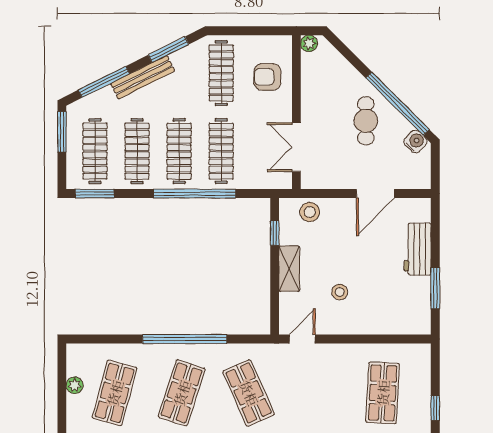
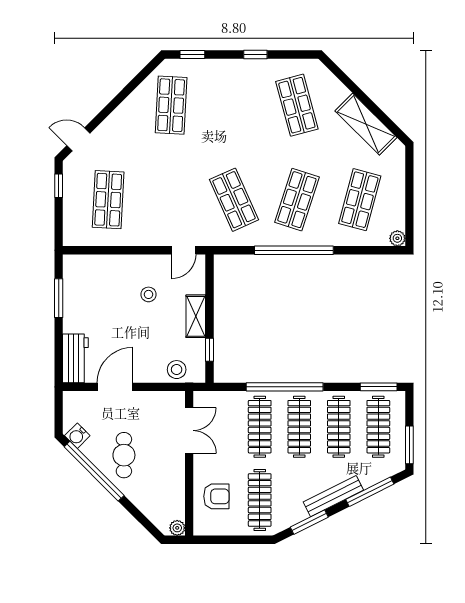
workbench: (418, 249) -> (75, 358), moved
plant: (75, 385) -> (397, 238), moved

